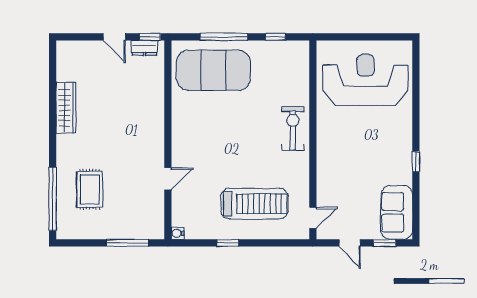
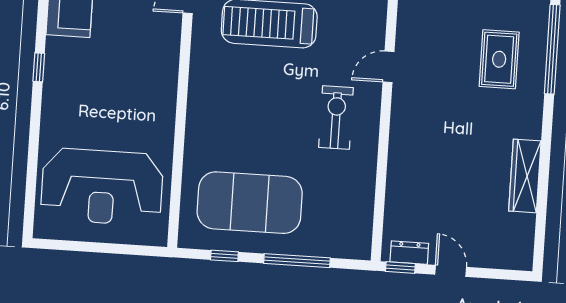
exercise mat: (213, 70) -> (250, 203), moved
exercise bike: (293, 128) -> (336, 117), moved, turned 180

